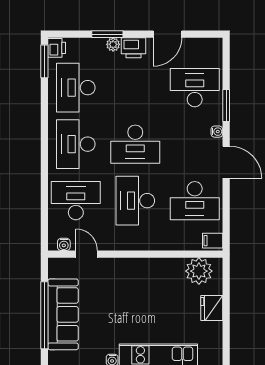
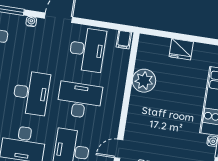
desk: (135, 201) -> (79, 100), turned 180
plant: (199, 271) -> (144, 81), moved

